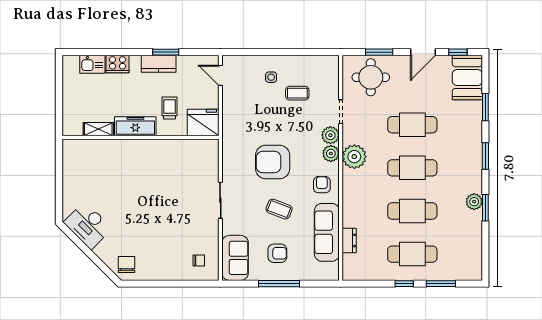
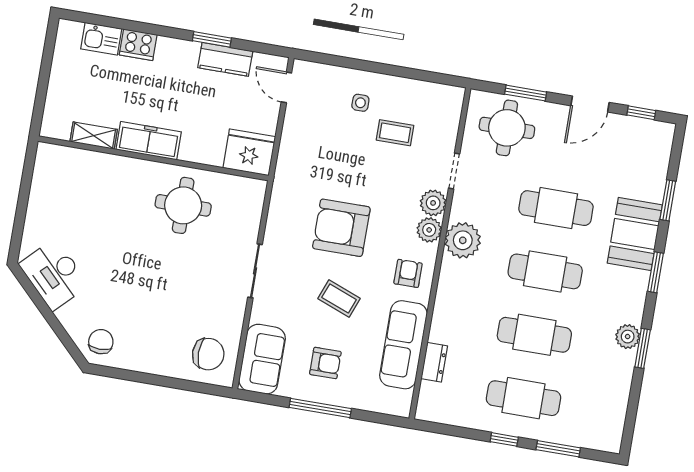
kitchen counter: (159, 64) -> (225, 59), moved
booth: (467, 78) -> (635, 234), moved
trolley: (170, 108) -> (204, 122), removed
round table: (165, 165) -> (183, 205), added
chair: (199, 261) -> (208, 354), width x1.87, depth x1.87

